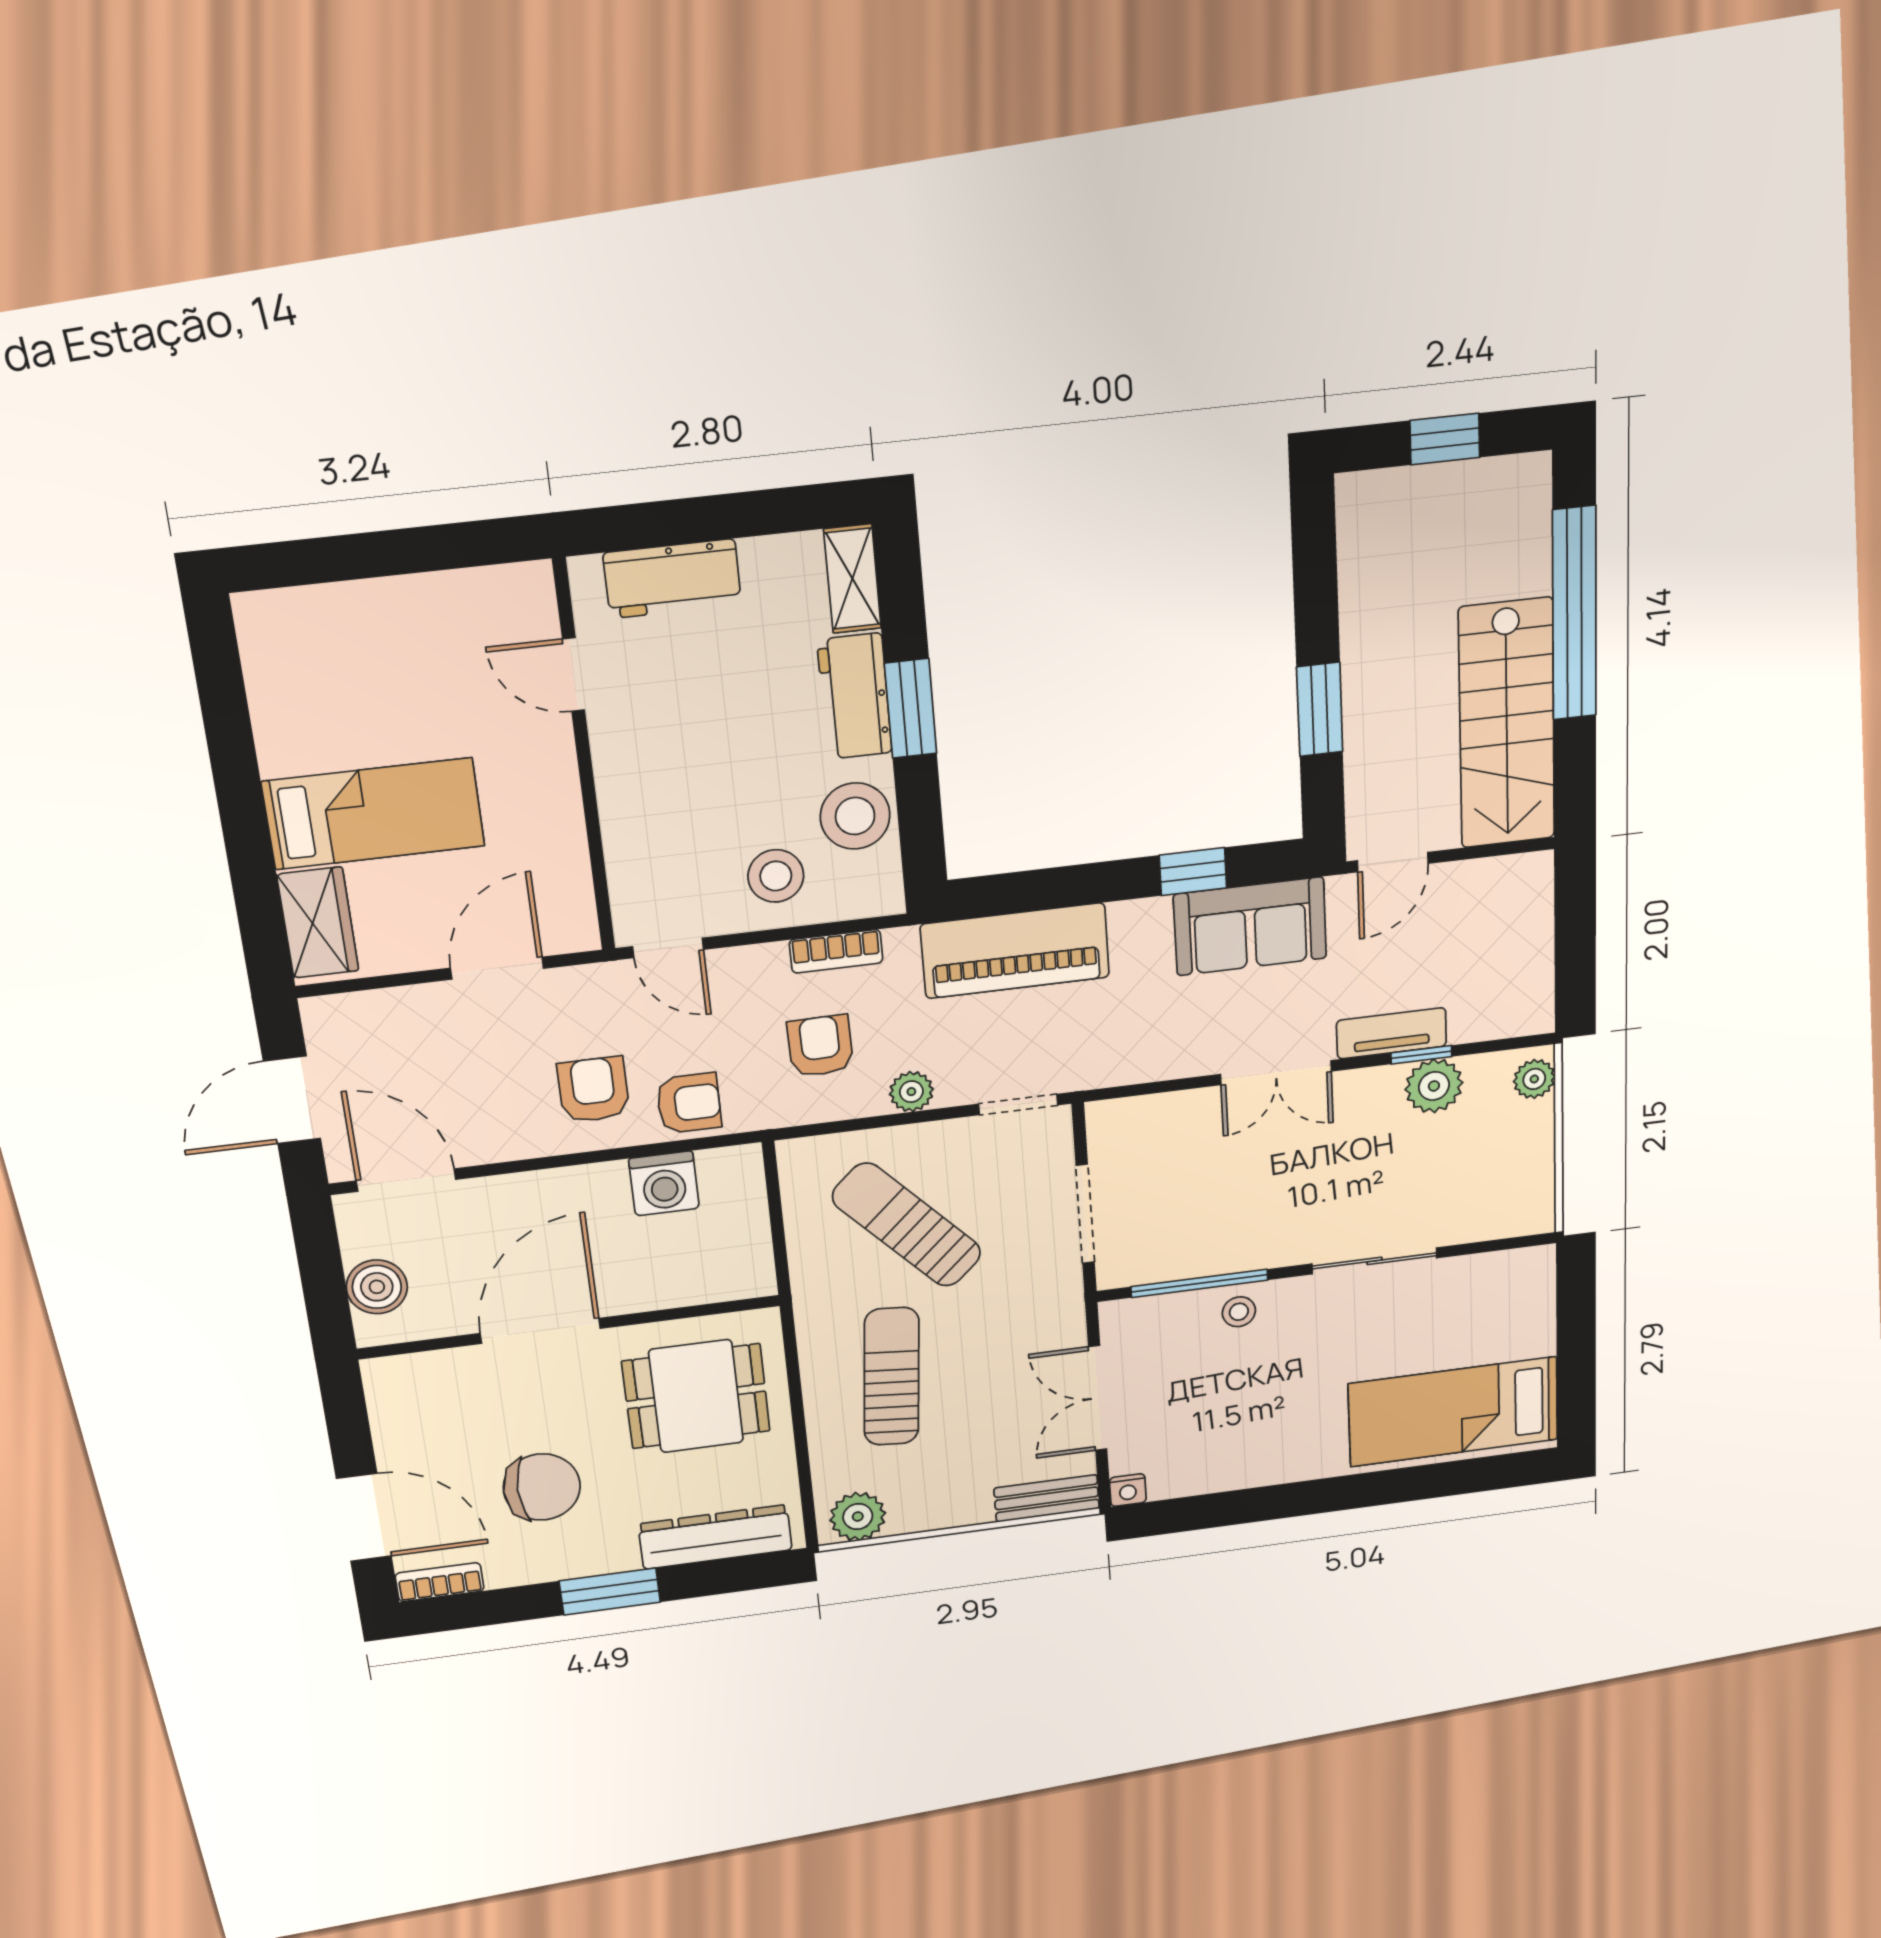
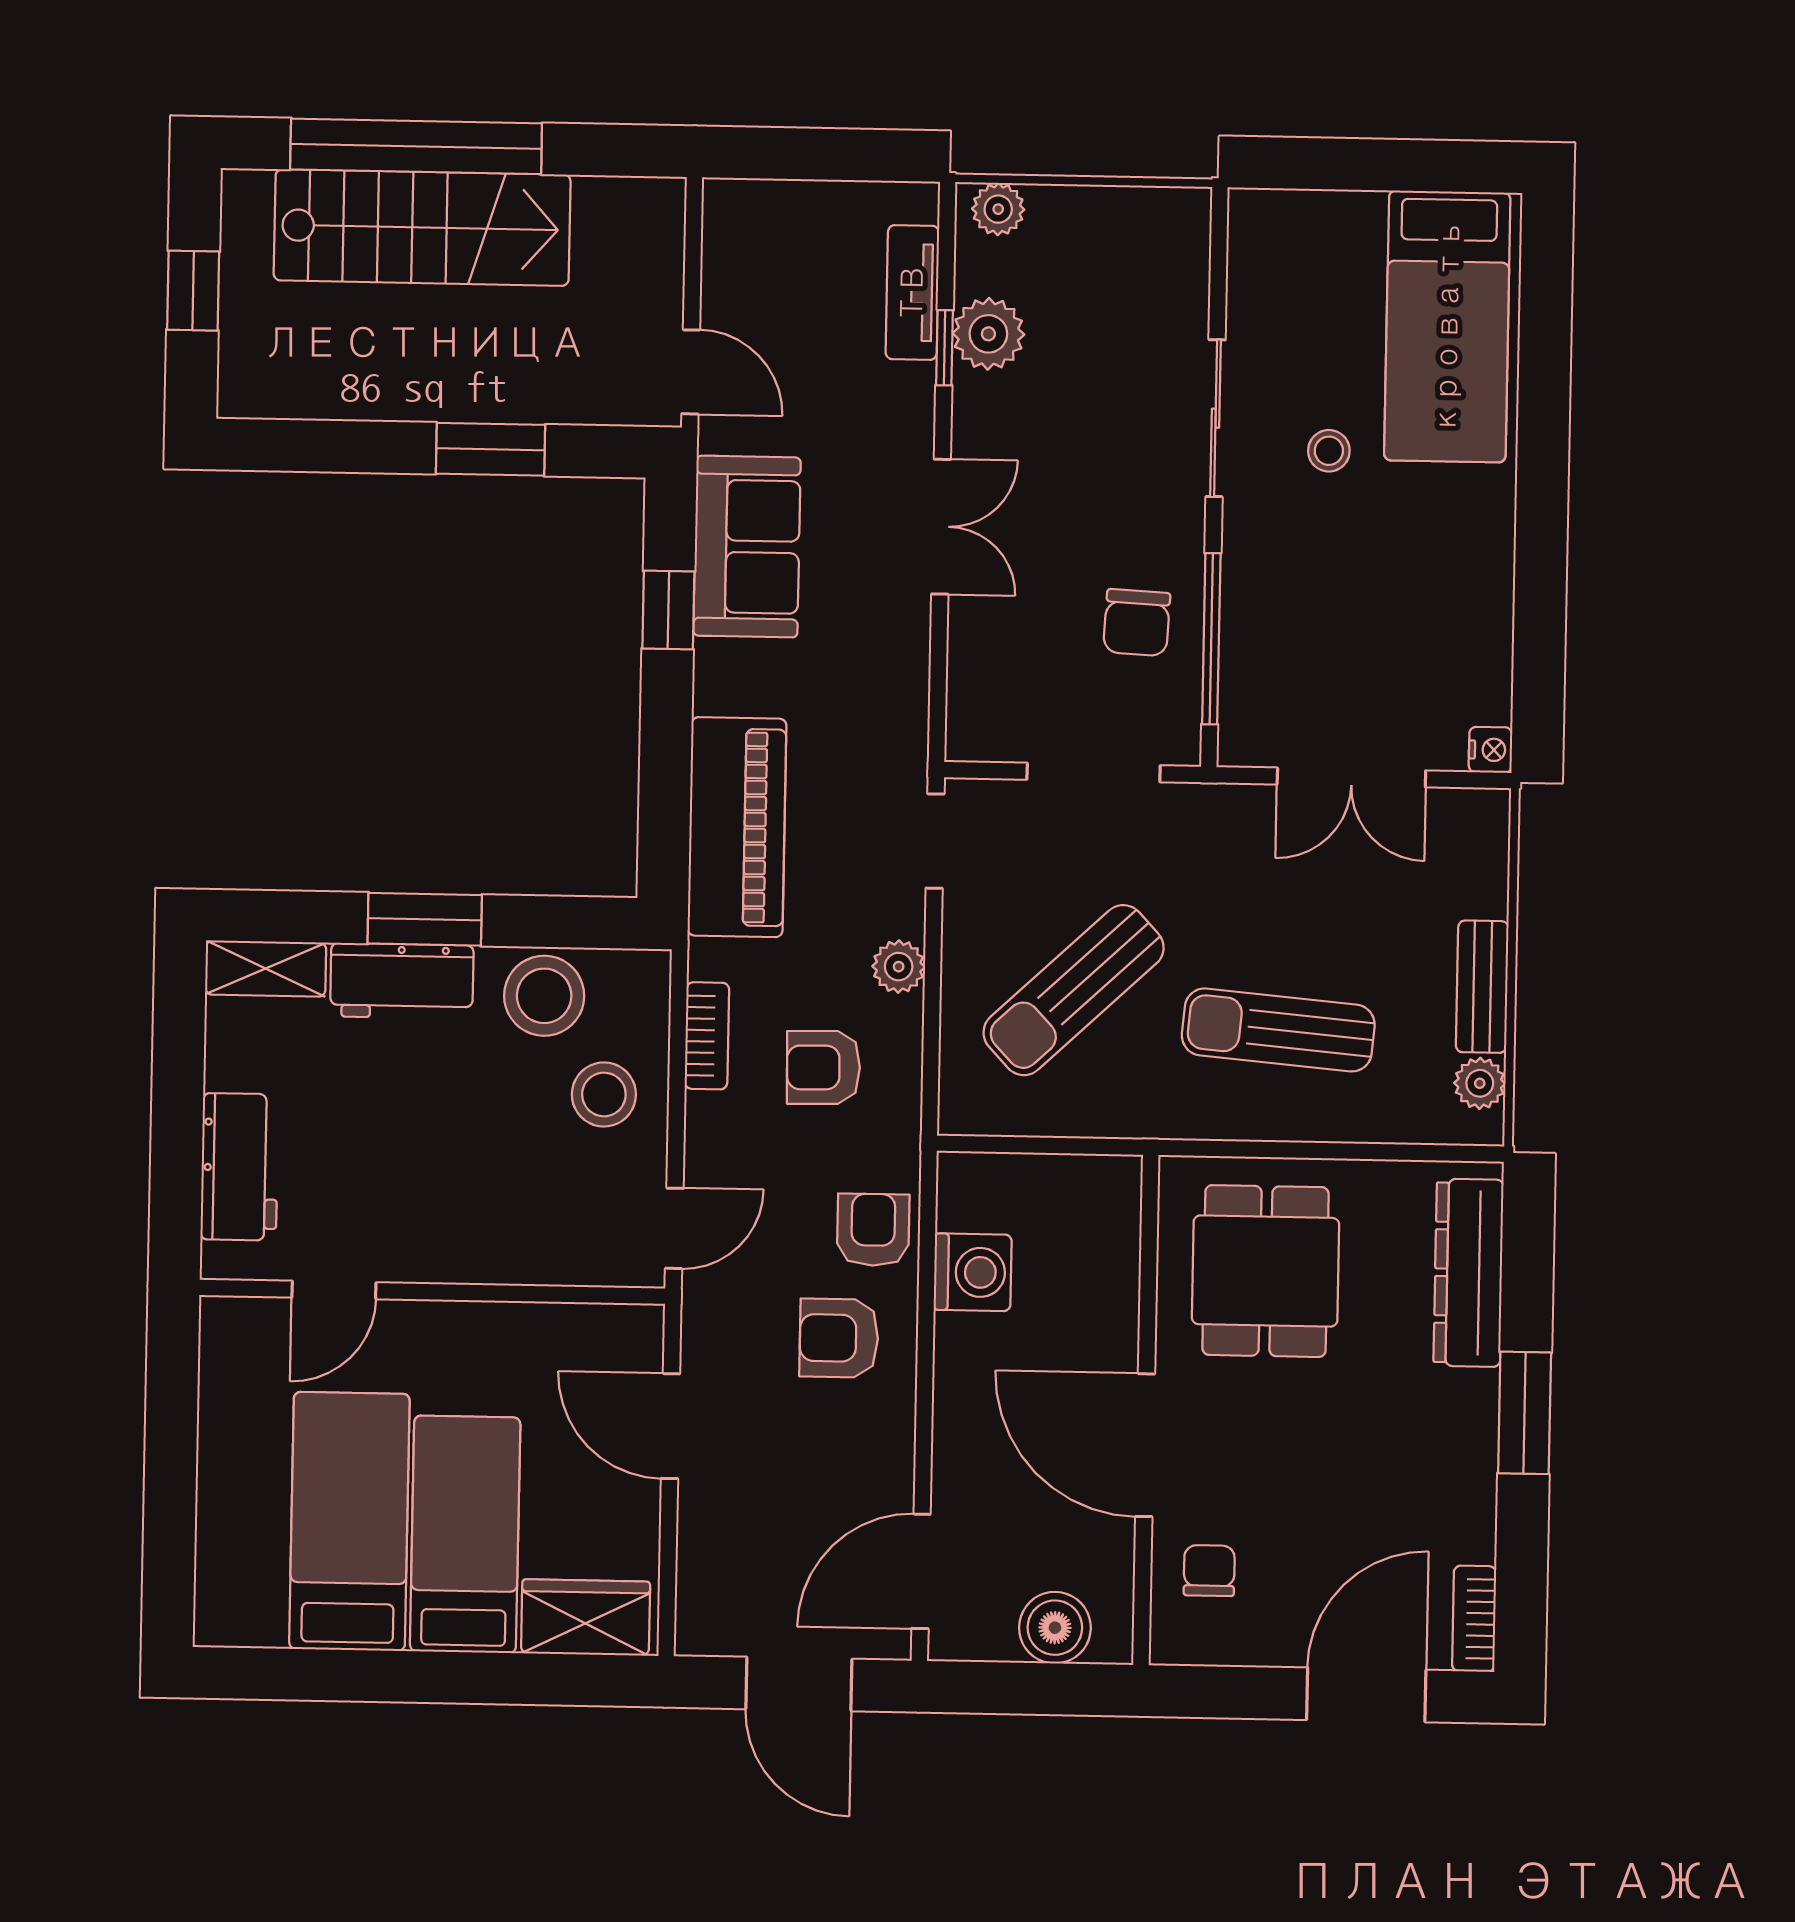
bed: (368, 715) -> (349, 1521), added
stairs: (1507, 724) -> (422, 227), moved
tv unit: (1392, 1033) -> (912, 293), moved
chair: (1208, 1228) -> (1137, 623), added
stool: (1239, 1312) -> (1329, 451), moved
chair: (542, 1487) -> (1209, 1571), moved, width x0.54, depth x0.54
bench: (1047, 1498) -> (1482, 987), moved
plant: (858, 1517) -> (1480, 1083), width x0.73, depth x0.73

